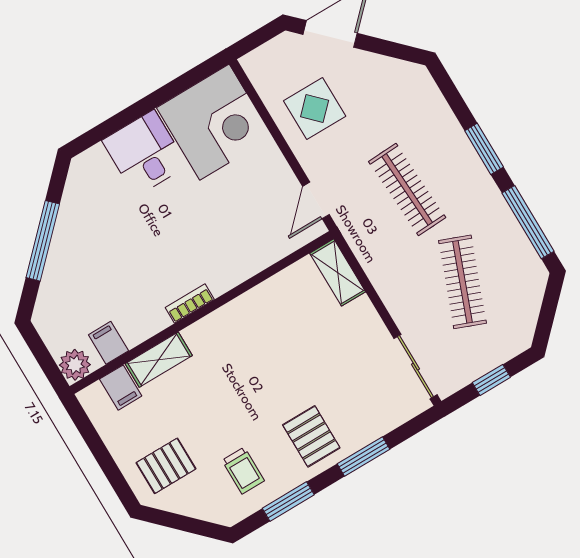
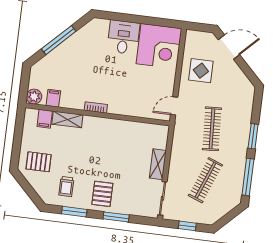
shelving: (338, 272) -> (158, 164), moved

